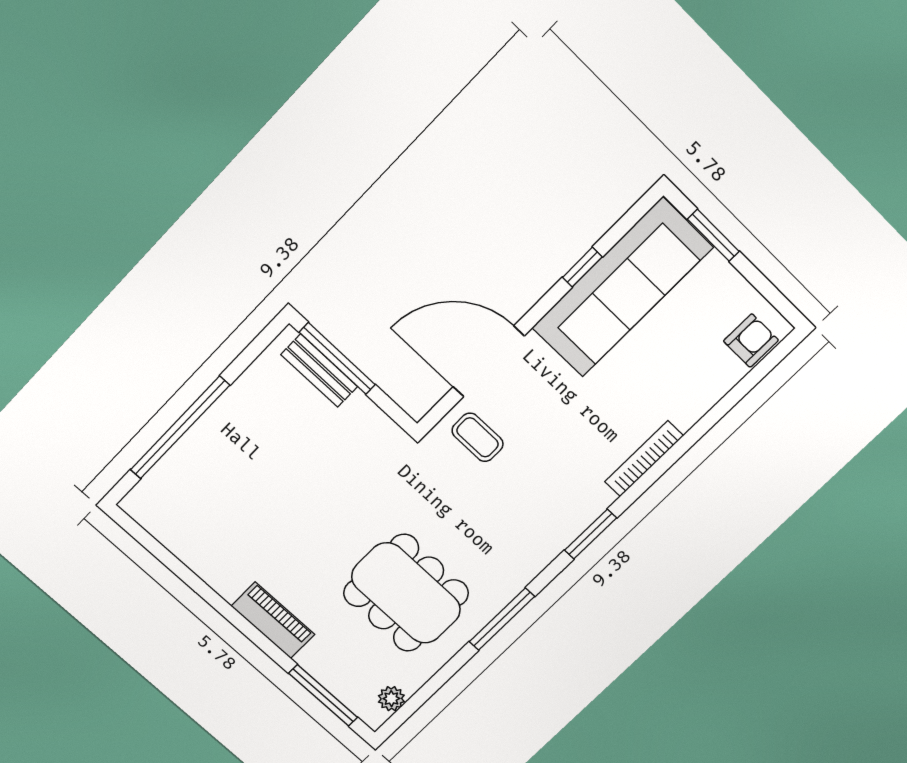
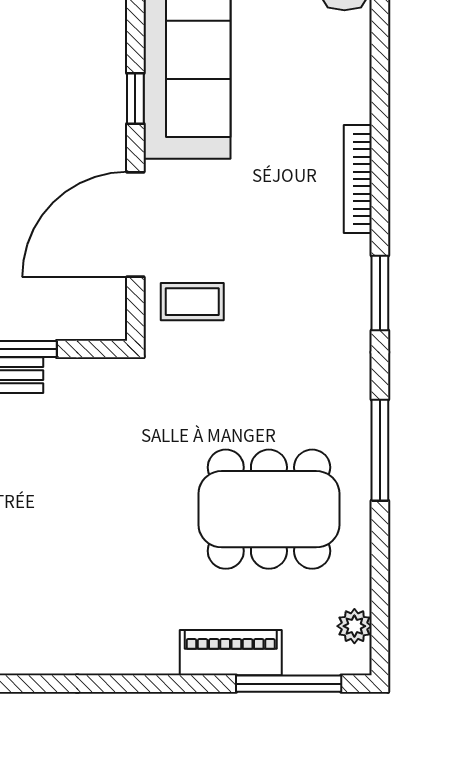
window: (582, 267) -> (135, 99), moved
piano: (273, 620) -> (231, 653), moved

